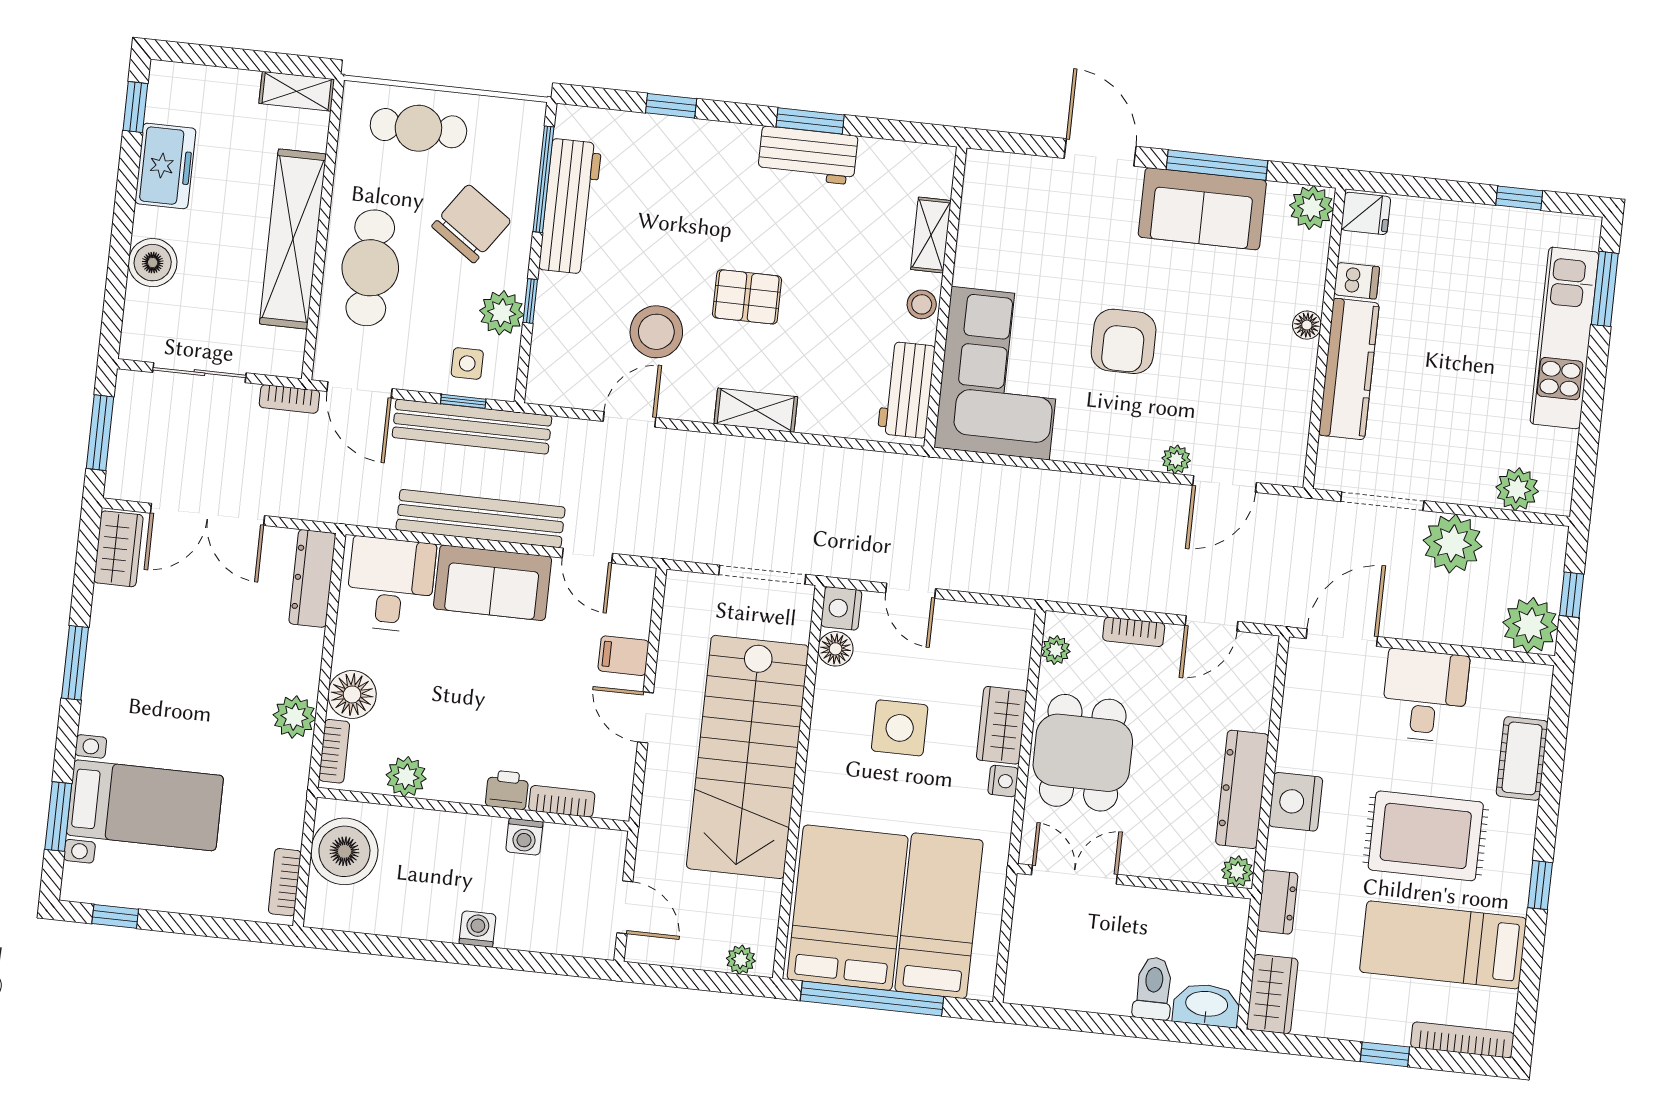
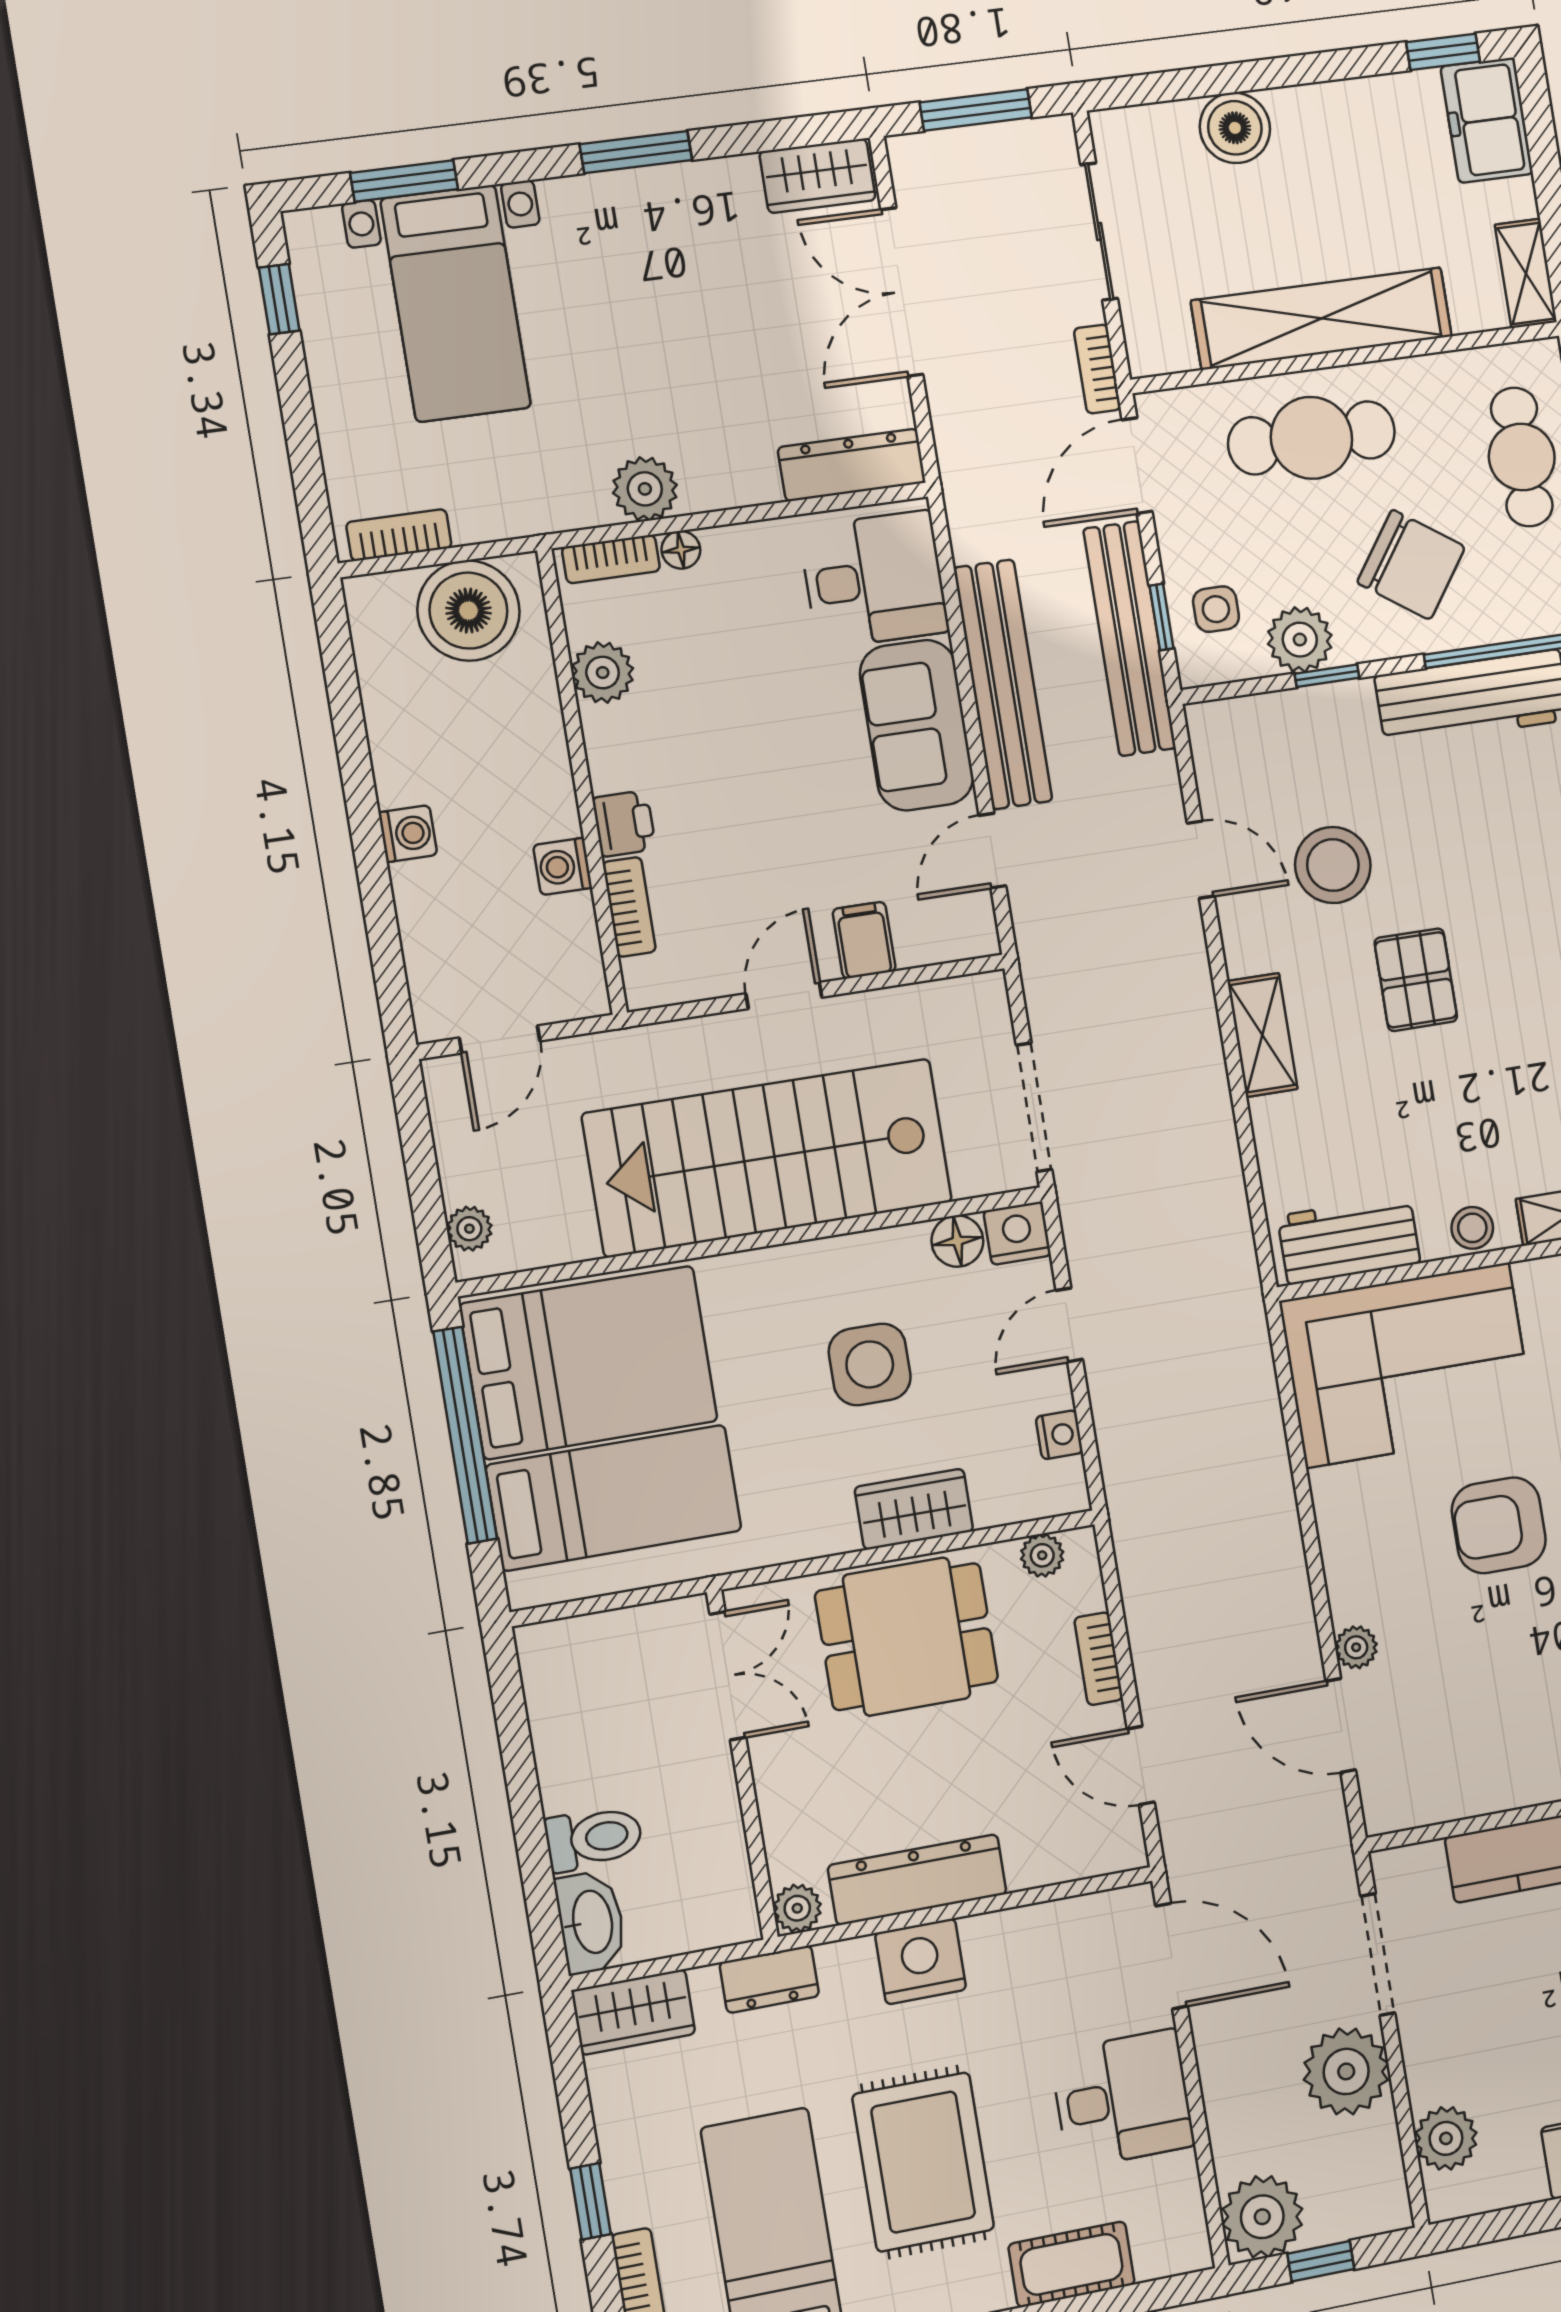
freezer: (165, 166) -> (1487, 120), moved, turned 90
floor lamp: (352, 694) -> (681, 550), width x0.53, depth x0.53
nightstand: (1003, 781) -> (1059, 1435), moved, turned -90

